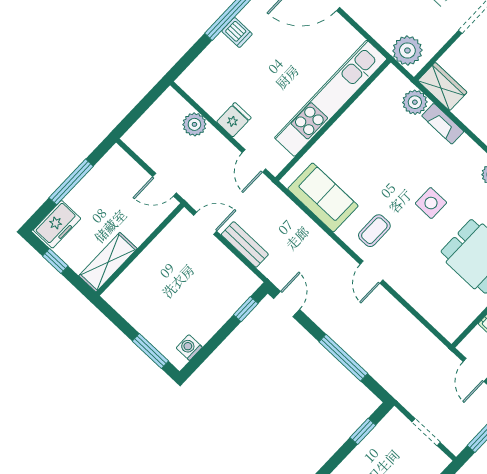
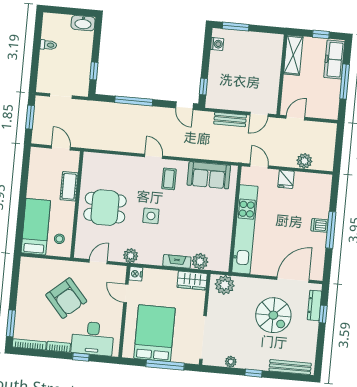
freezer: (57, 224) -> (334, 60), width x1.40

